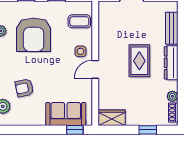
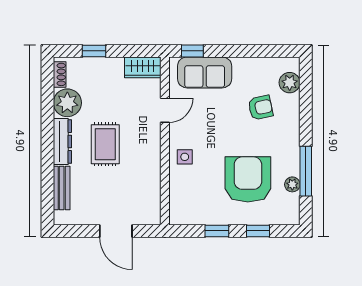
coffee table: (79, 21) -> (186, 197), removed
door: (95, 69) -> (165, 110), moved
plant: (172, 96) -> (67, 103), width x1.88, depth x1.88

